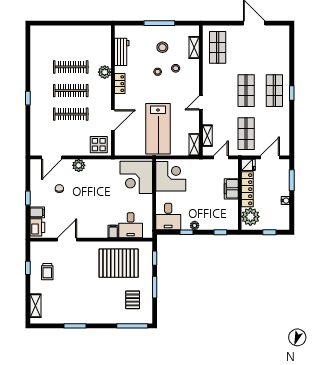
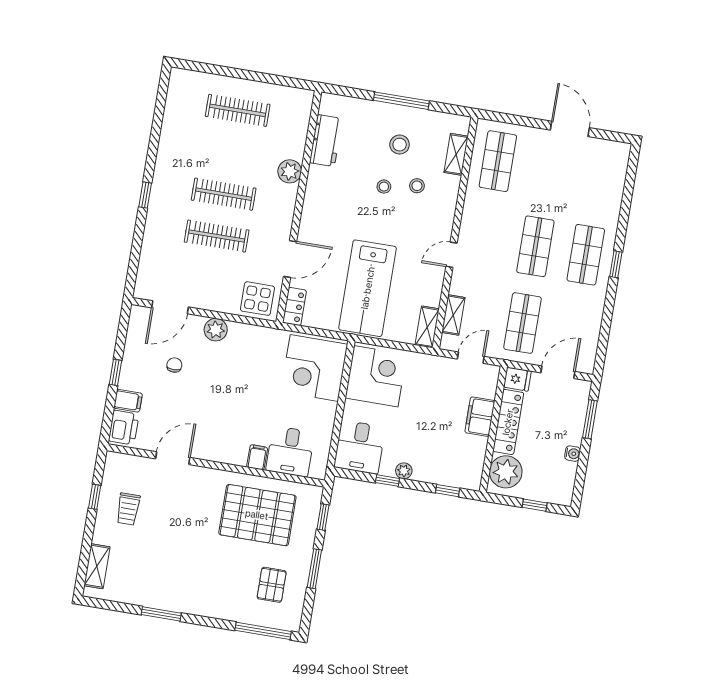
clothes rail: (71, 67) -> (238, 110), moved
locker: (120, 84) -> (295, 307), moved

